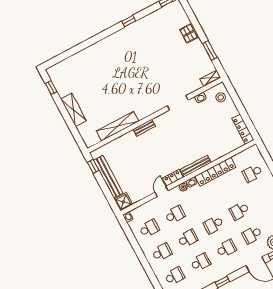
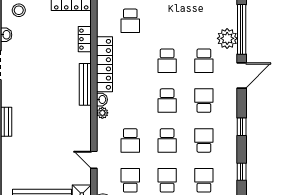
locker: (173, 178) -> (85, 39), moved
door: (162, 192) -> (94, 160), moved
school desk: (175, 215) -> (130, 140), turned 180
school desk: (188, 238) -> (167, 140), turned 180

